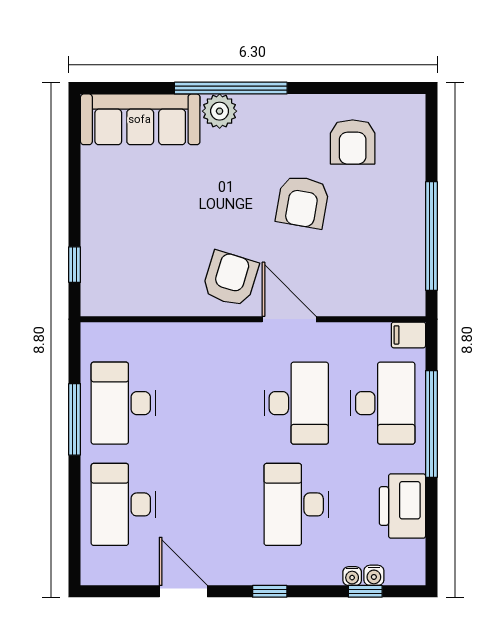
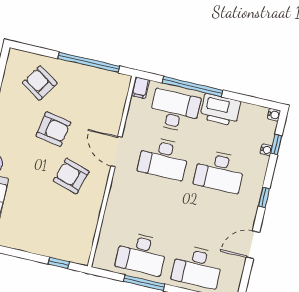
armchair: (353, 142) -> (40, 83), moved, turned -147
armchair: (230, 279) -> (71, 176), moved
door: (289, 319) -> (116, 152), hinge flipped
desk: (296, 403) -> (164, 158), turned 180
printer: (402, 506) -> (220, 110), moved
water cooler: (374, 575) -> (274, 115), moved

